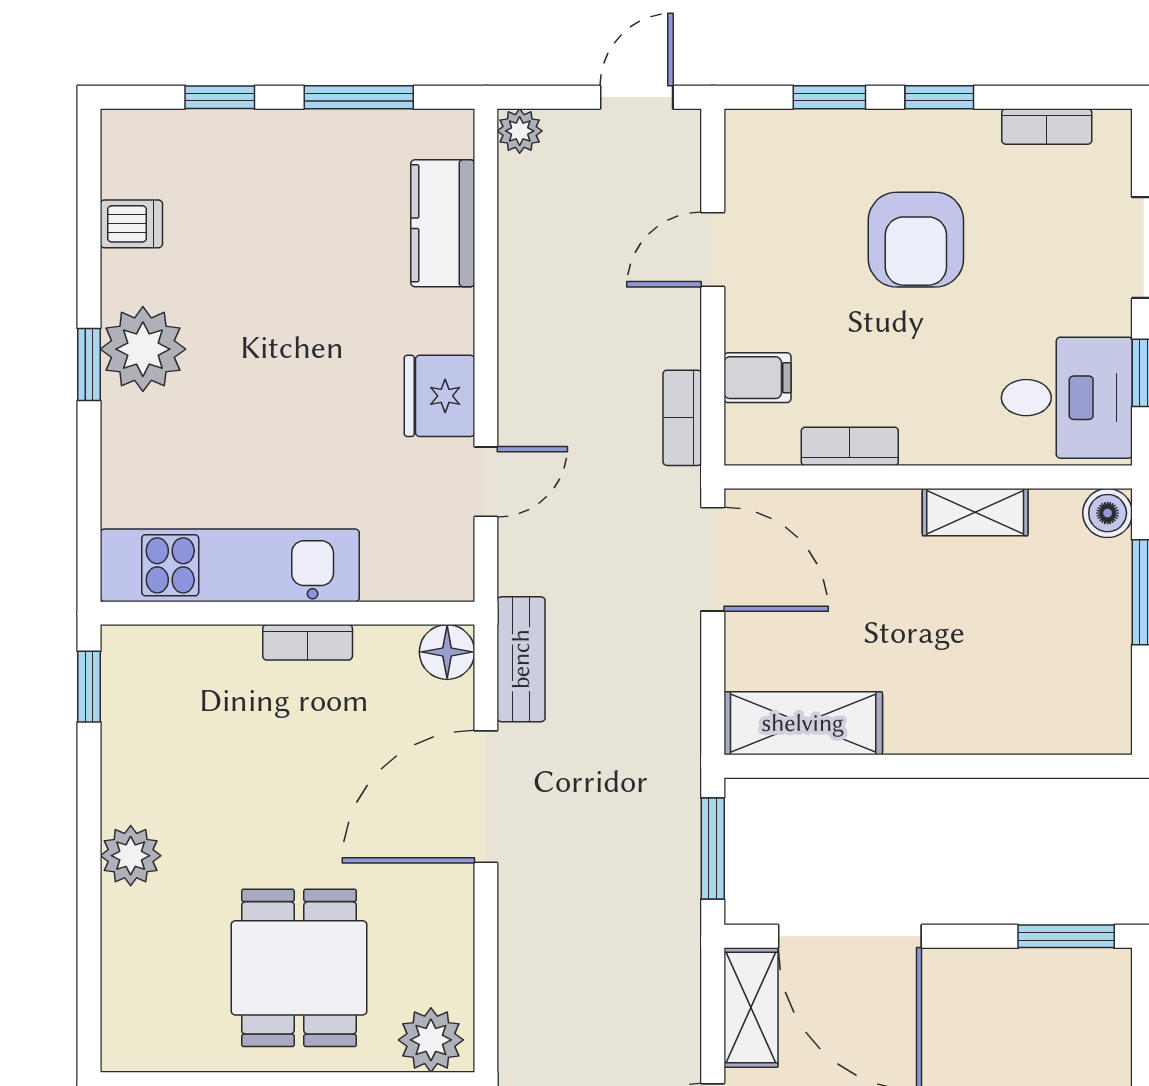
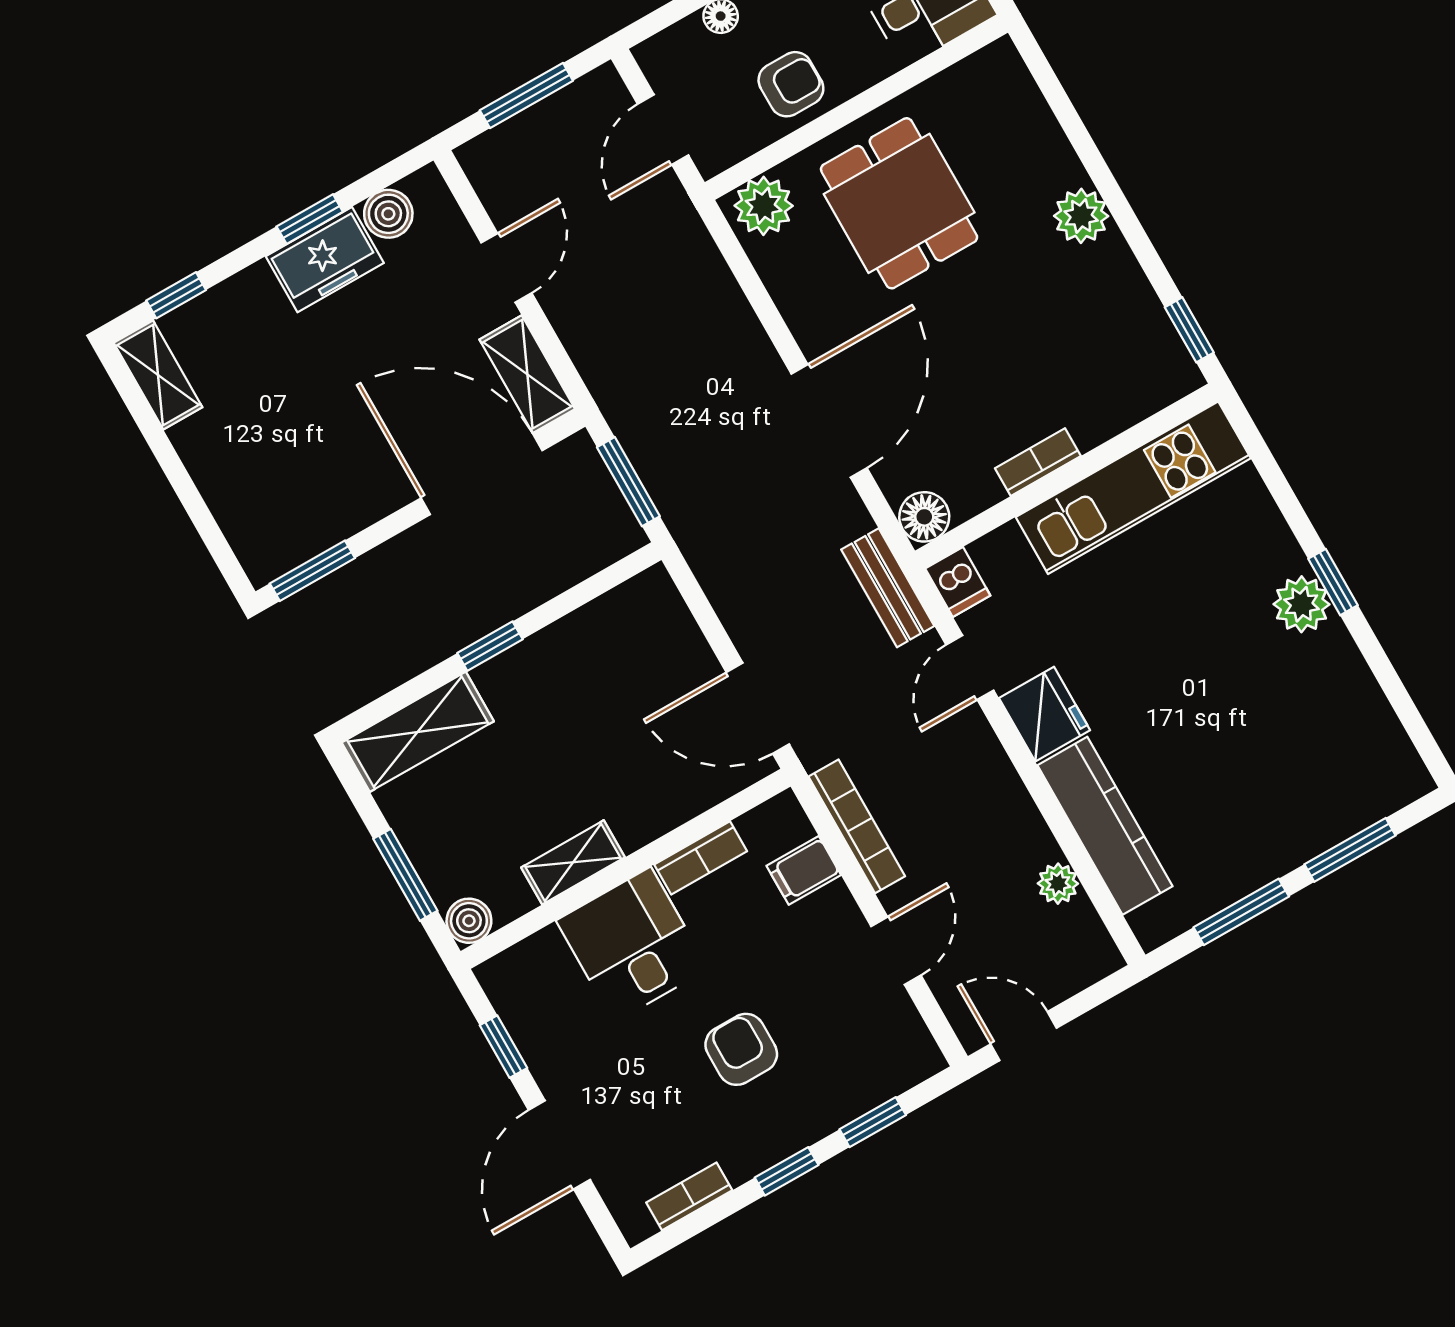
window: (220, 97) -> (1350, 850), width x1.50
door: (637, 97) -> (1024, 1036), swing flipped
plant: (520, 131) -> (1058, 884), moved
kitchen counter: (443, 223) -> (1105, 826), width x1.50
dishwasher: (131, 224) -> (958, 582), moved, turned -90
armchair: (916, 240) -> (741, 1049), width x0.72, depth x0.72
plant: (143, 349) -> (1302, 604), width x0.73, depth x0.73
desk: (1067, 398) -> (632, 945), moved, turned 90
bookcase: (682, 418) -> (857, 826), width x1.56
bench: (521, 659) -> (888, 588), moved
shelving: (803, 723) -> (418, 732), moved
window: (936, 766) -> (490, 646), added

